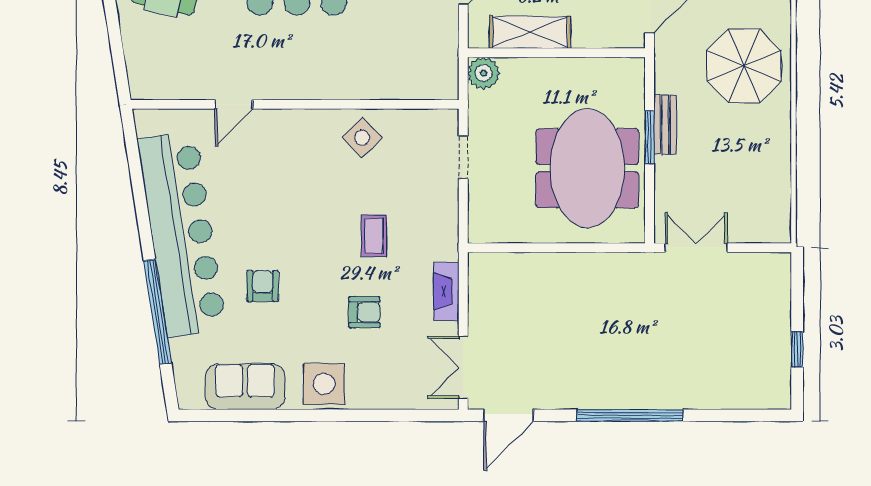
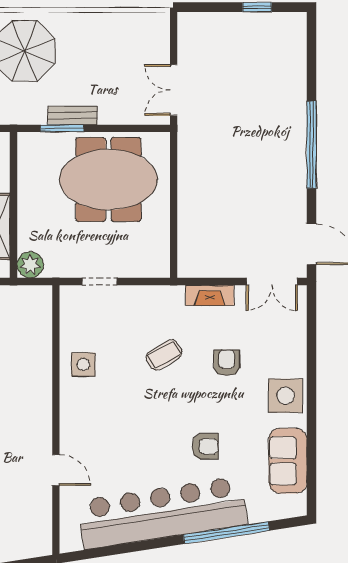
window: (650, 137) -> (62, 128), moved
side table: (362, 138) -> (83, 365), turned 45
coffee table: (374, 236) -> (164, 355), turned -30
armchair: (263, 286) -> (205, 446), turned 180

